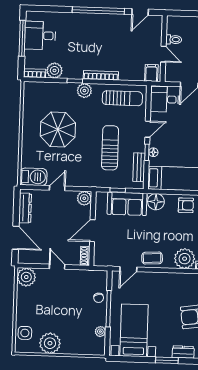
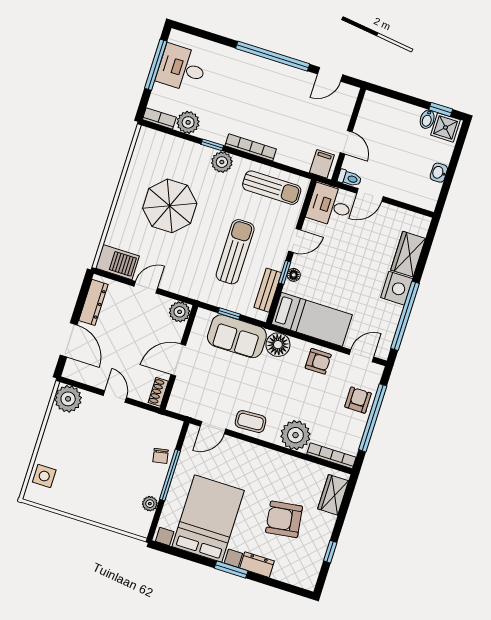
toilet: (174, 40) -> (349, 178), moved
bed with nightstands: (134, 330) -> (208, 519), width x1.36
plant: (50, 343) -> (75, 500), removed

